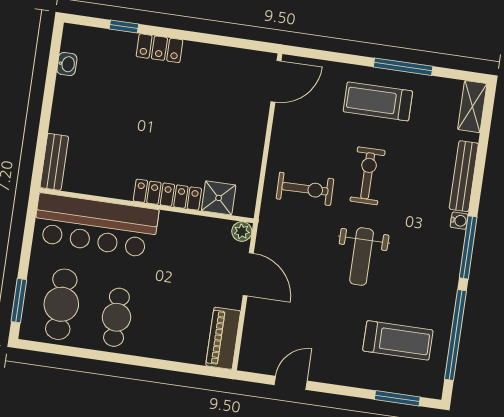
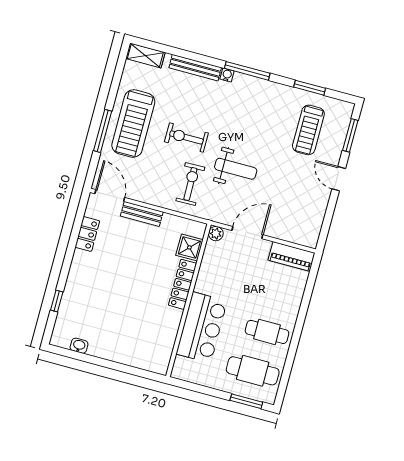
locker: (159, 48) -> (87, 234), moved
window: (403, 67) -> (103, 131), moved
treadmill: (378, 101) -> (133, 123), width x1.37, depth x1.38
bench: (54, 162) -> (142, 214), moved
bar counter: (96, 225) -> (202, 327), width x0.73
weight bench: (362, 257) -> (236, 169), moved
window: (456, 335) -> (310, 88), width x0.47
treadmill: (398, 340) -> (308, 130), turned 180
door: (291, 383) -> (339, 179), moved

